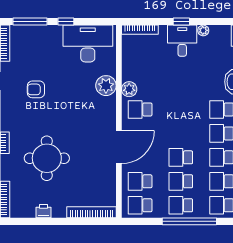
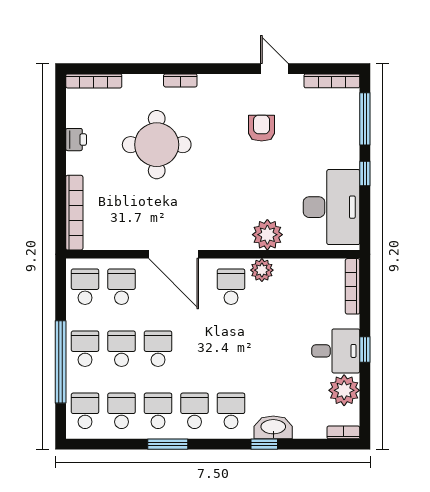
plant: (203, 30) -> (344, 390), width x1.88, depth x1.88

